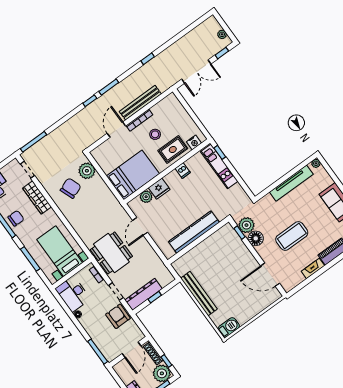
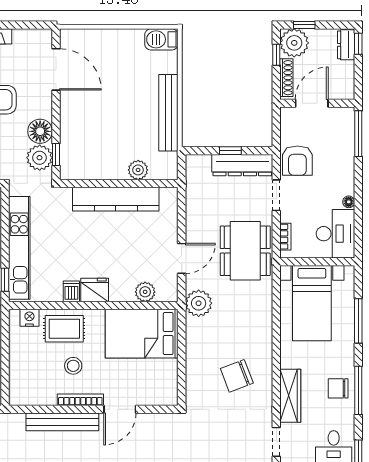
kitchen unit: (219, 166) -> (19, 248), width x1.36
plant: (87, 171) -> (199, 303), moved
fridge: (159, 189) -> (95, 290), moved
plant: (193, 254) -> (138, 170), added

